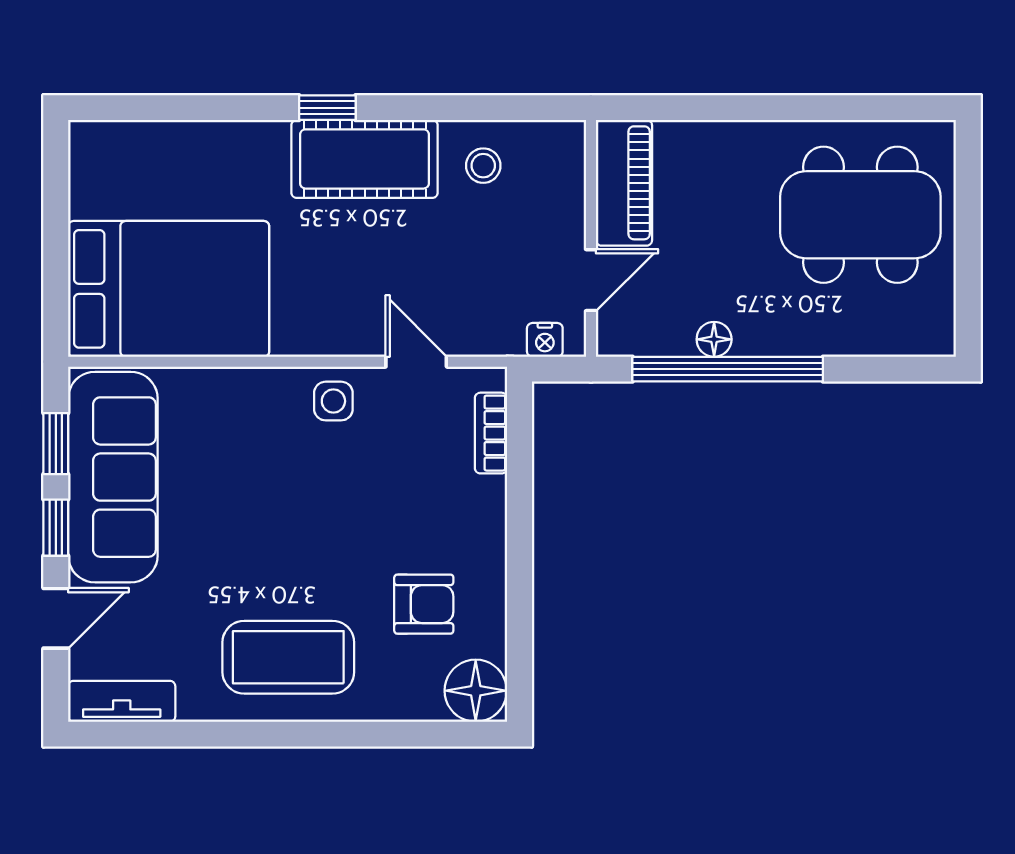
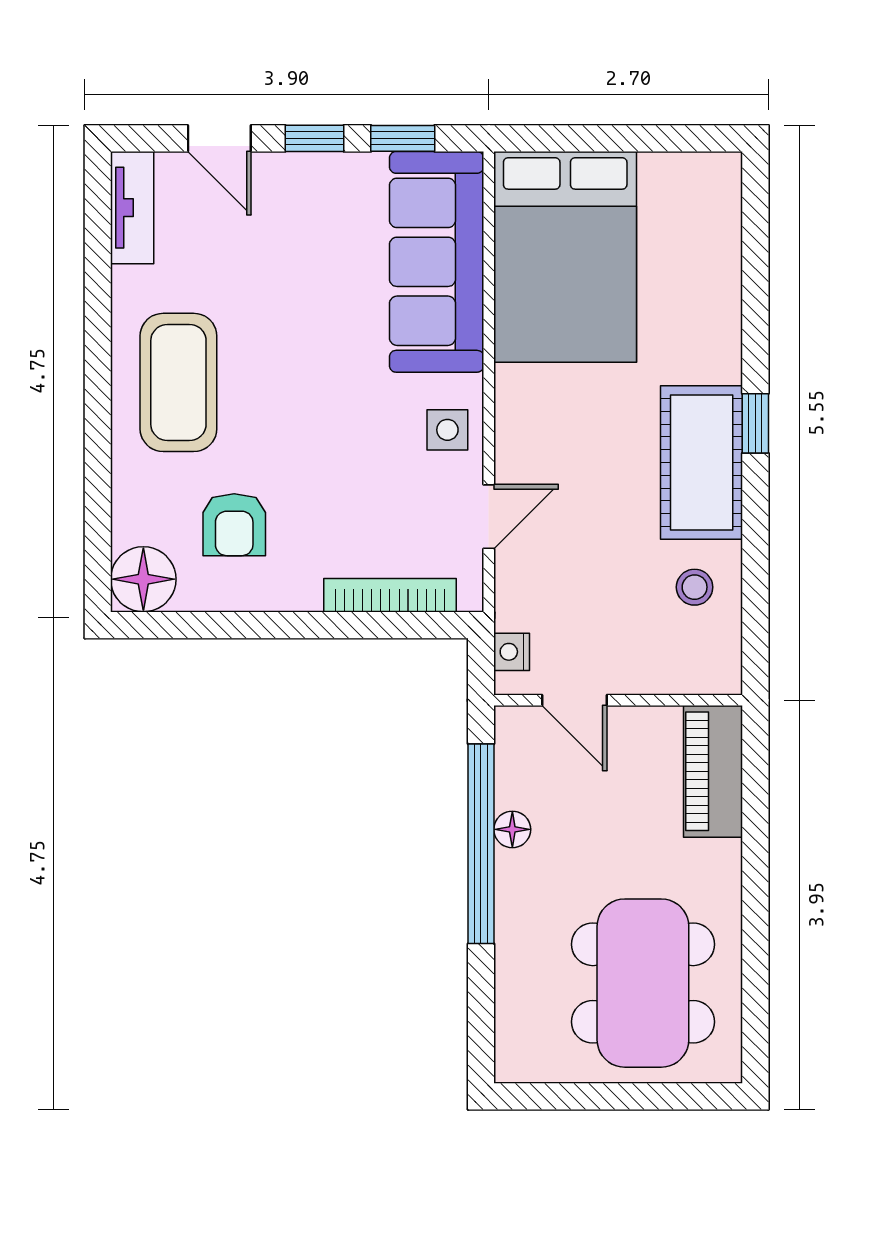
piano: (624, 183) -> (713, 771), moved, turned 90
bookcase: (491, 433) -> (390, 595), width x1.56
sofa: (113, 477) -> (437, 262), moved, turned 90

